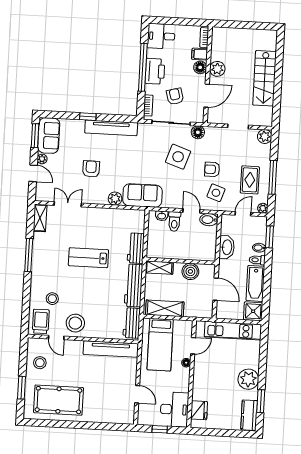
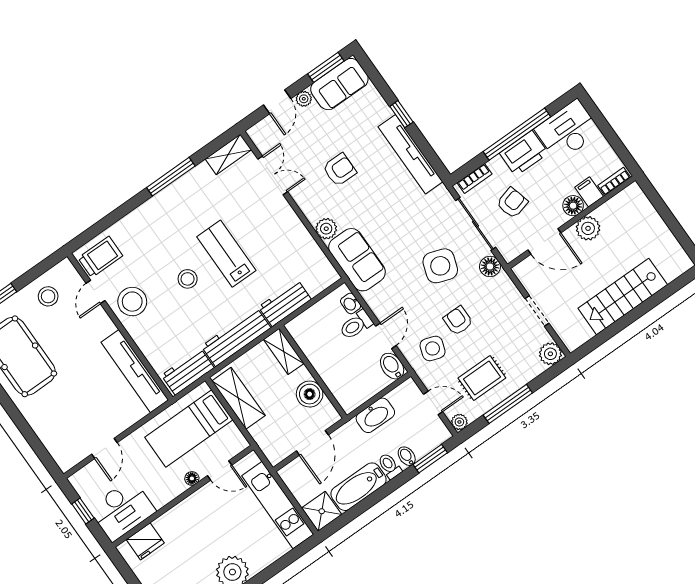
desk: (161, 36) -> (568, 131), width x1.37
stool: (52, 299) -> (188, 279), moved

